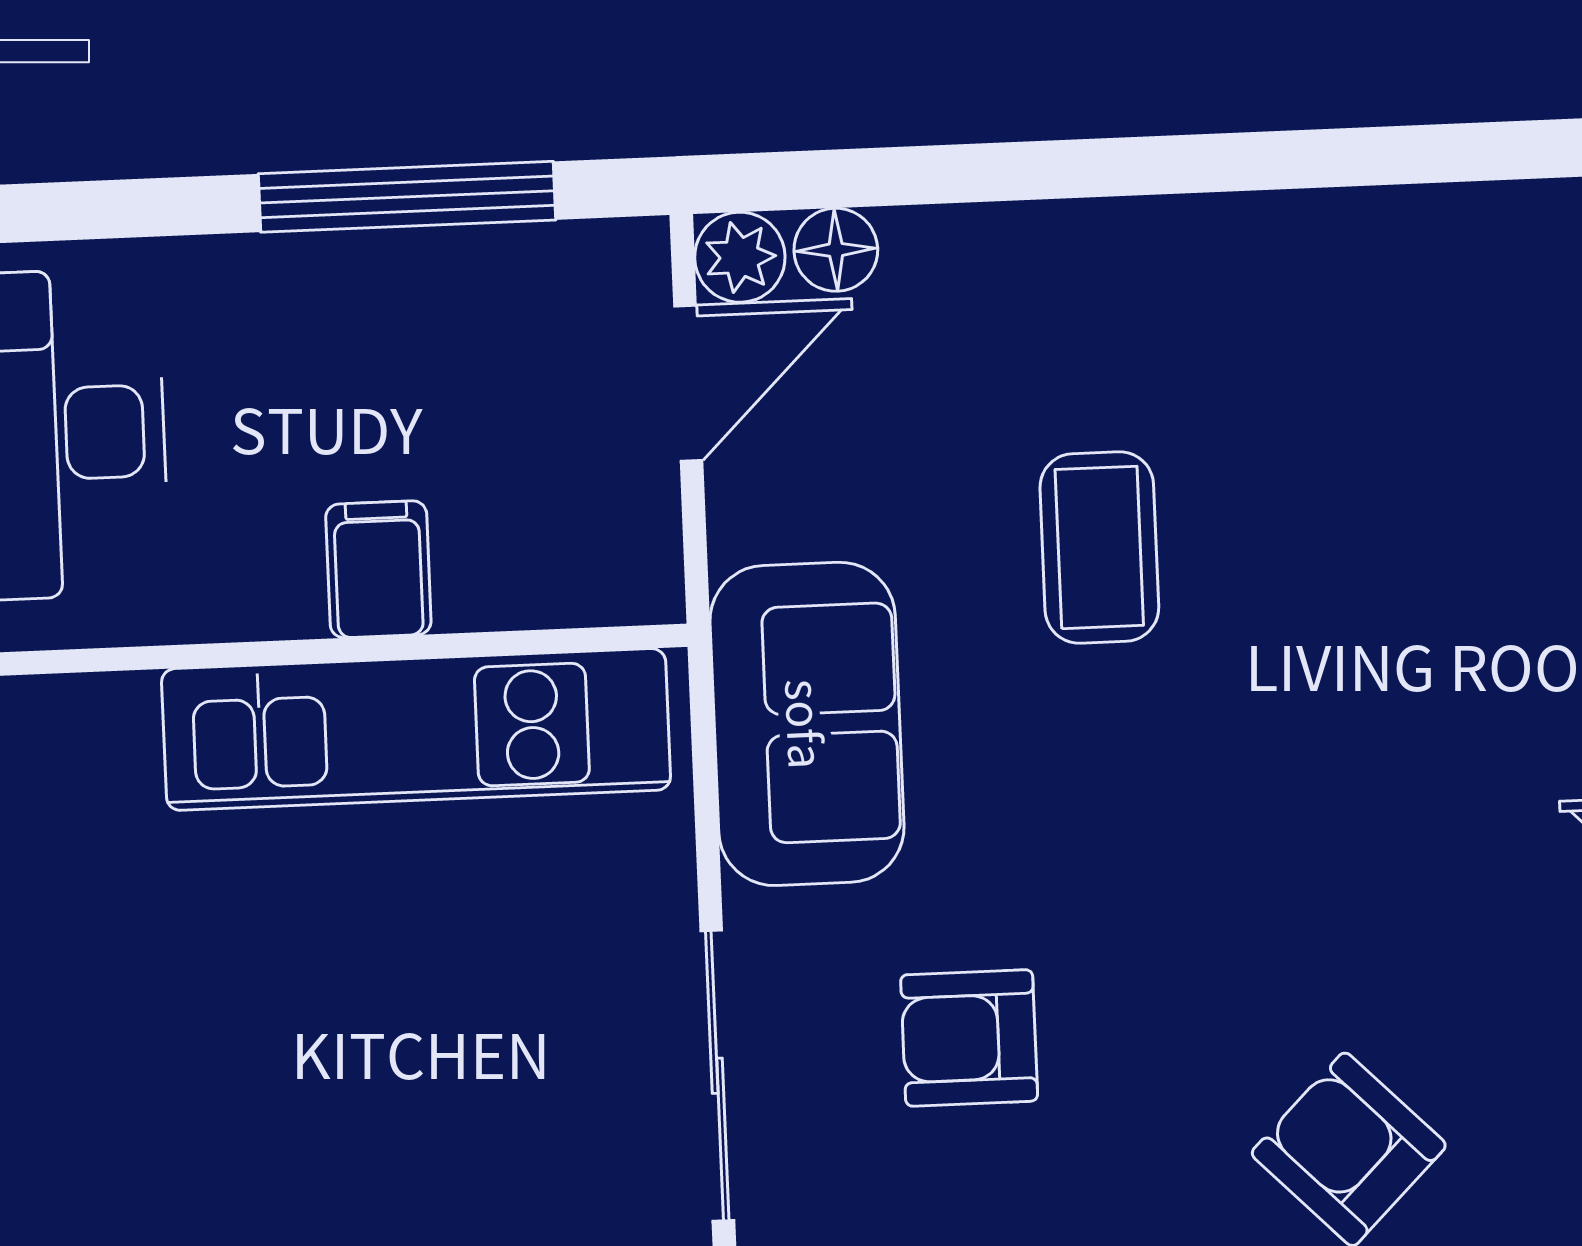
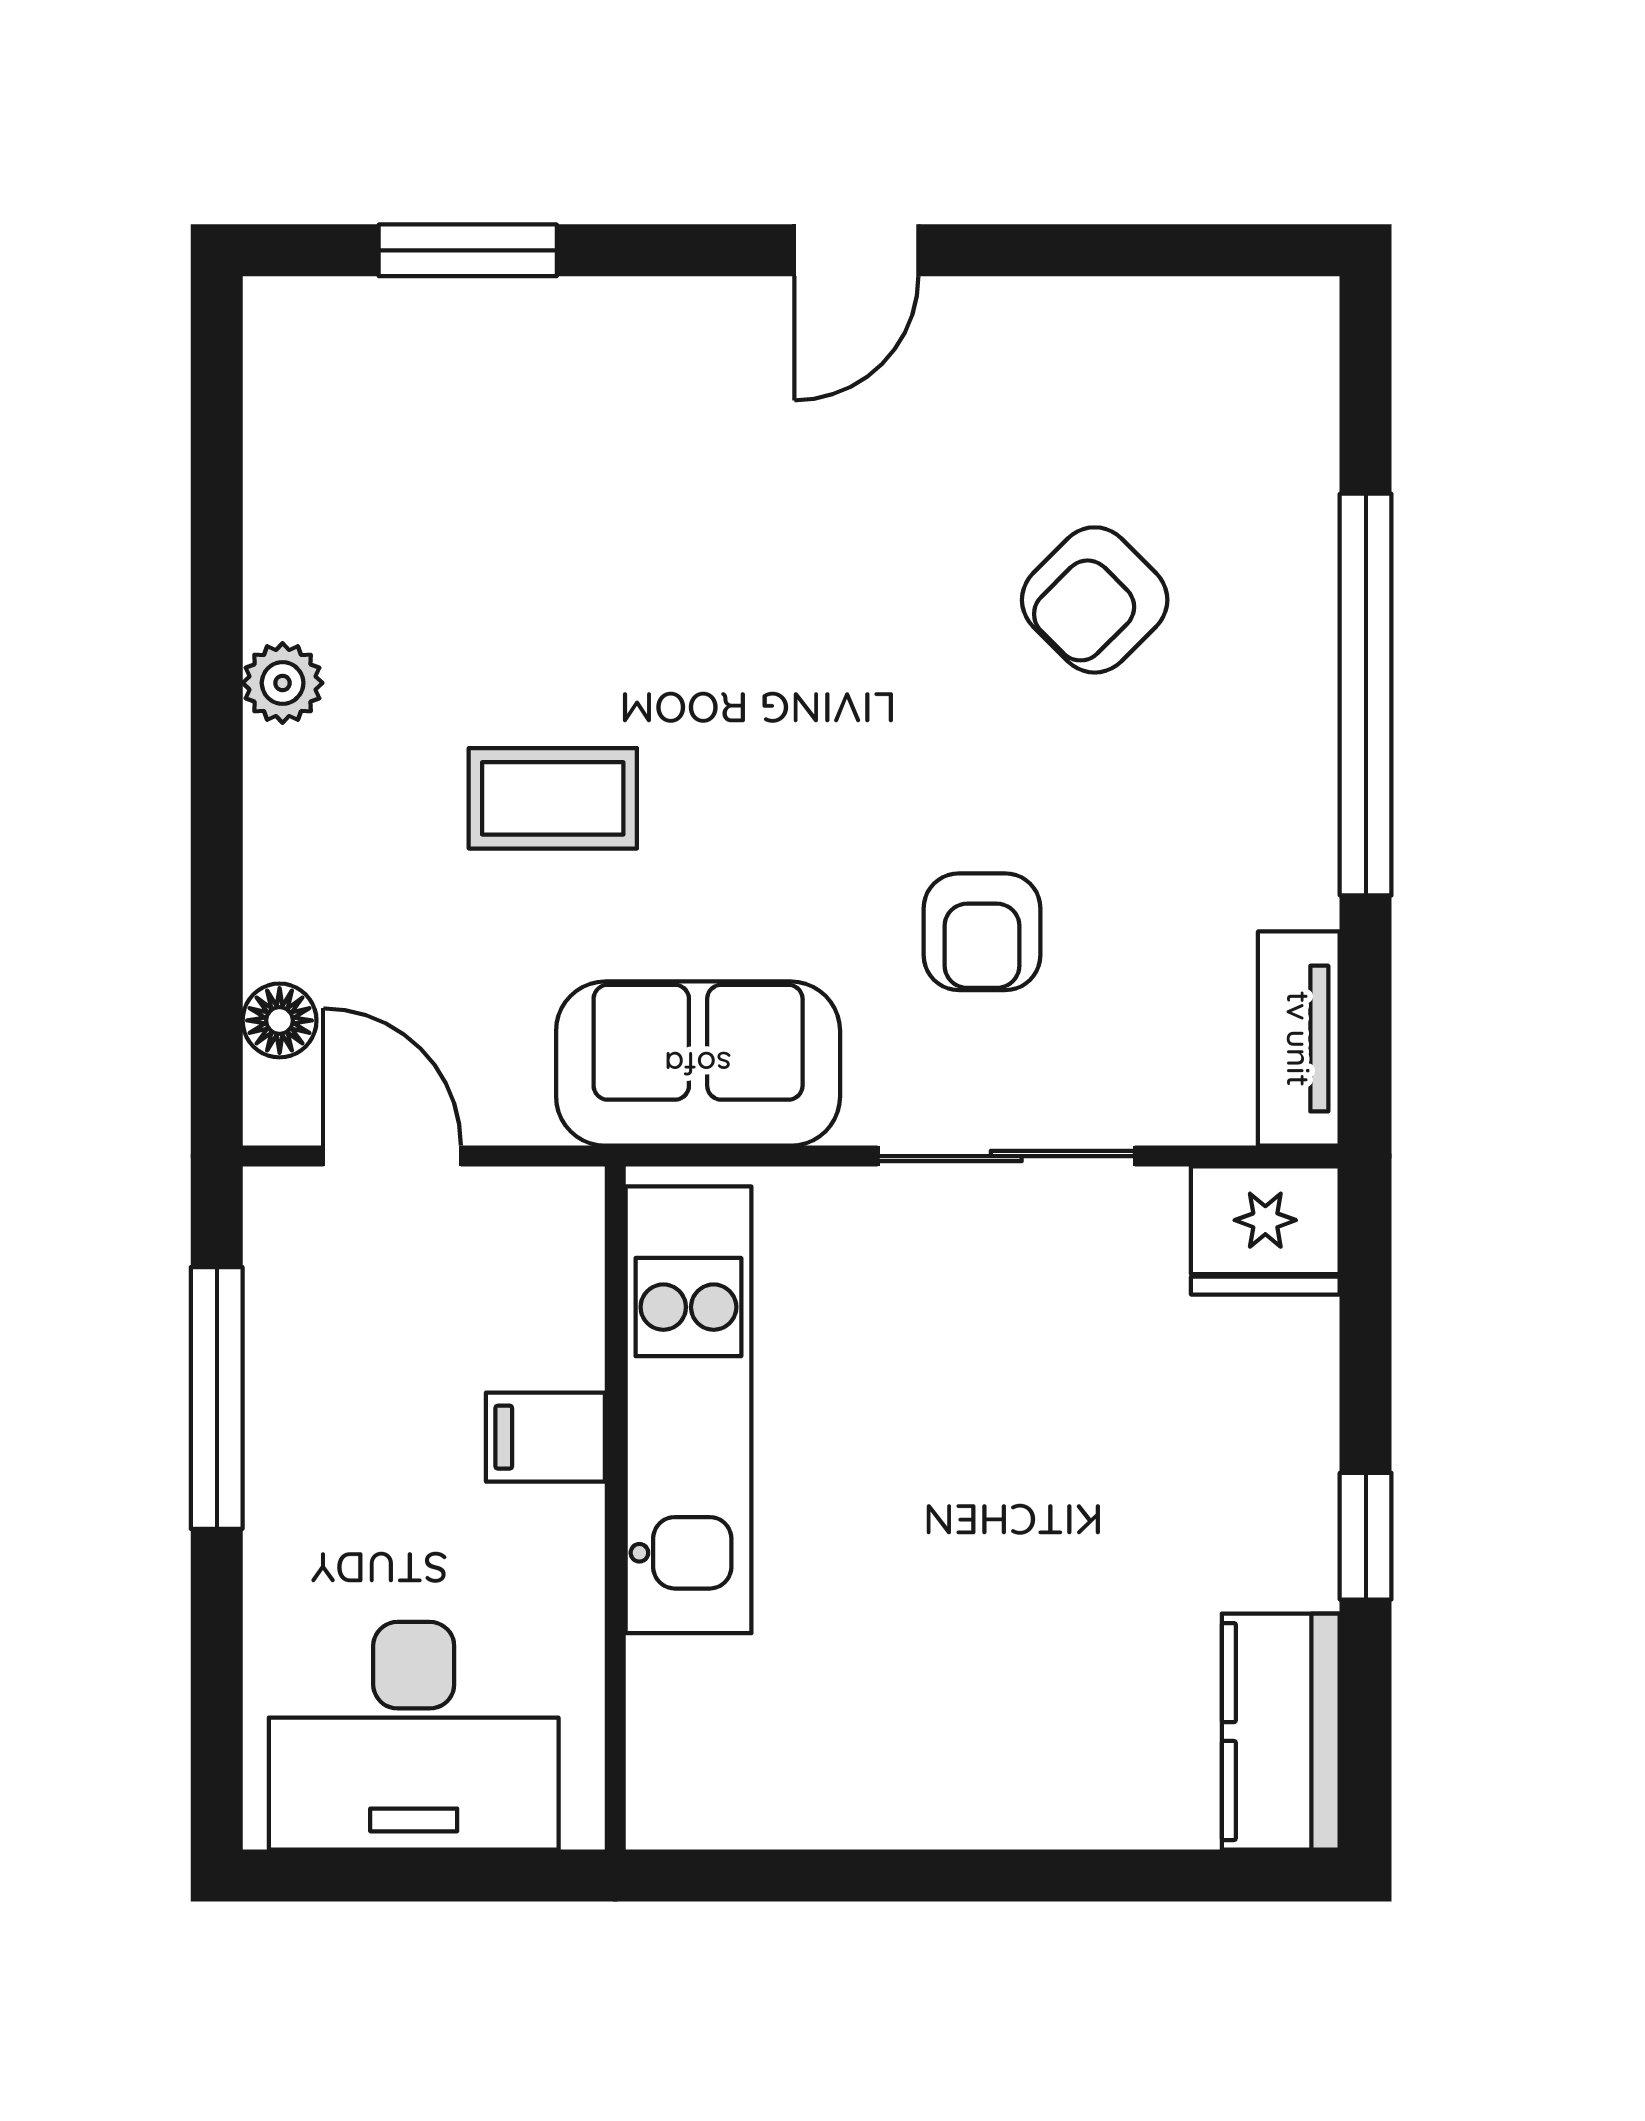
plant: (740, 257) -> (283, 683), moved

